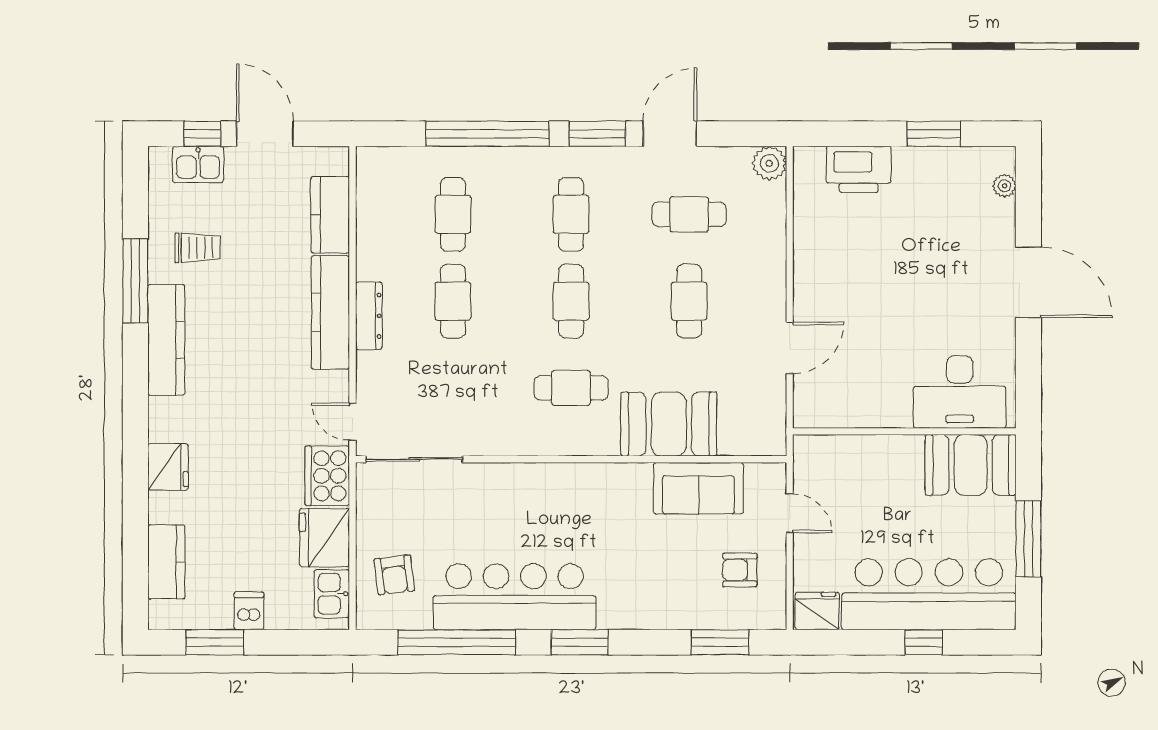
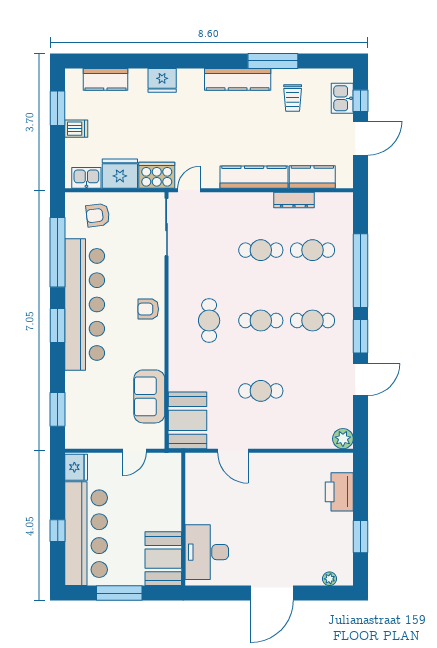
door: (670, 134) -> (361, 379), hinge flipped
cafe table: (689, 214) -> (313, 391), removed
dresser: (369, 316) -> (294, 200), moved
booth: (669, 424) -> (188, 420), moved
armchair: (740, 570) -> (148, 309), moved, turned -90
bar counter: (515, 597) -> (85, 304), width x1.36

